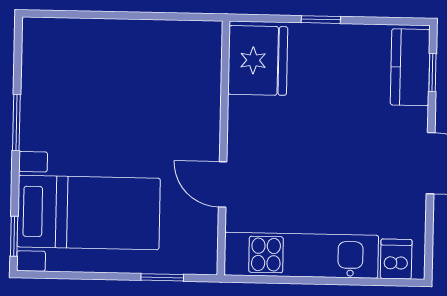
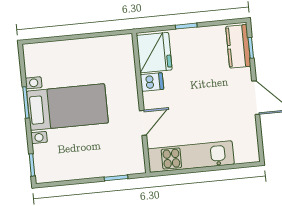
door: (223, 184) -> (143, 123), swing flipped
bed with nightstands: (89, 213) -> (67, 107), moved
dishwasher: (396, 259) -> (152, 82), moved, turned 90

